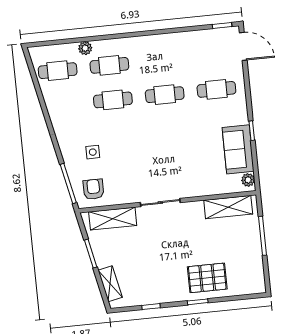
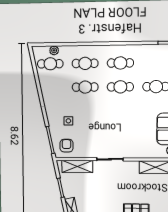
plant: (85, 48) -> (54, 50), moved
cafe table: (161, 60) -> (120, 63), added

